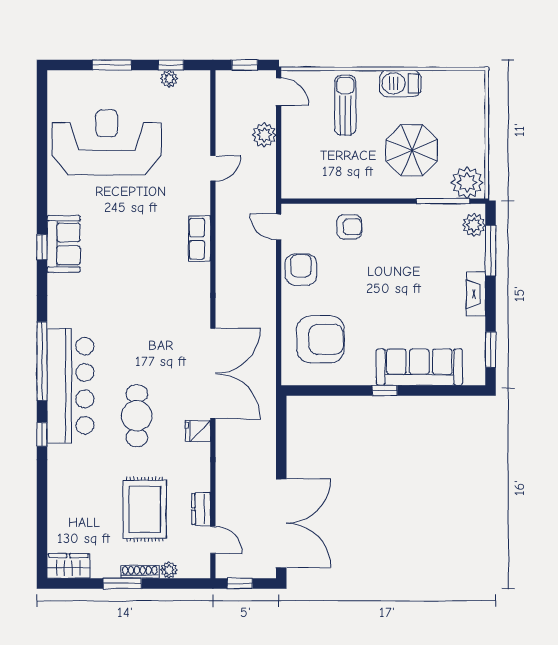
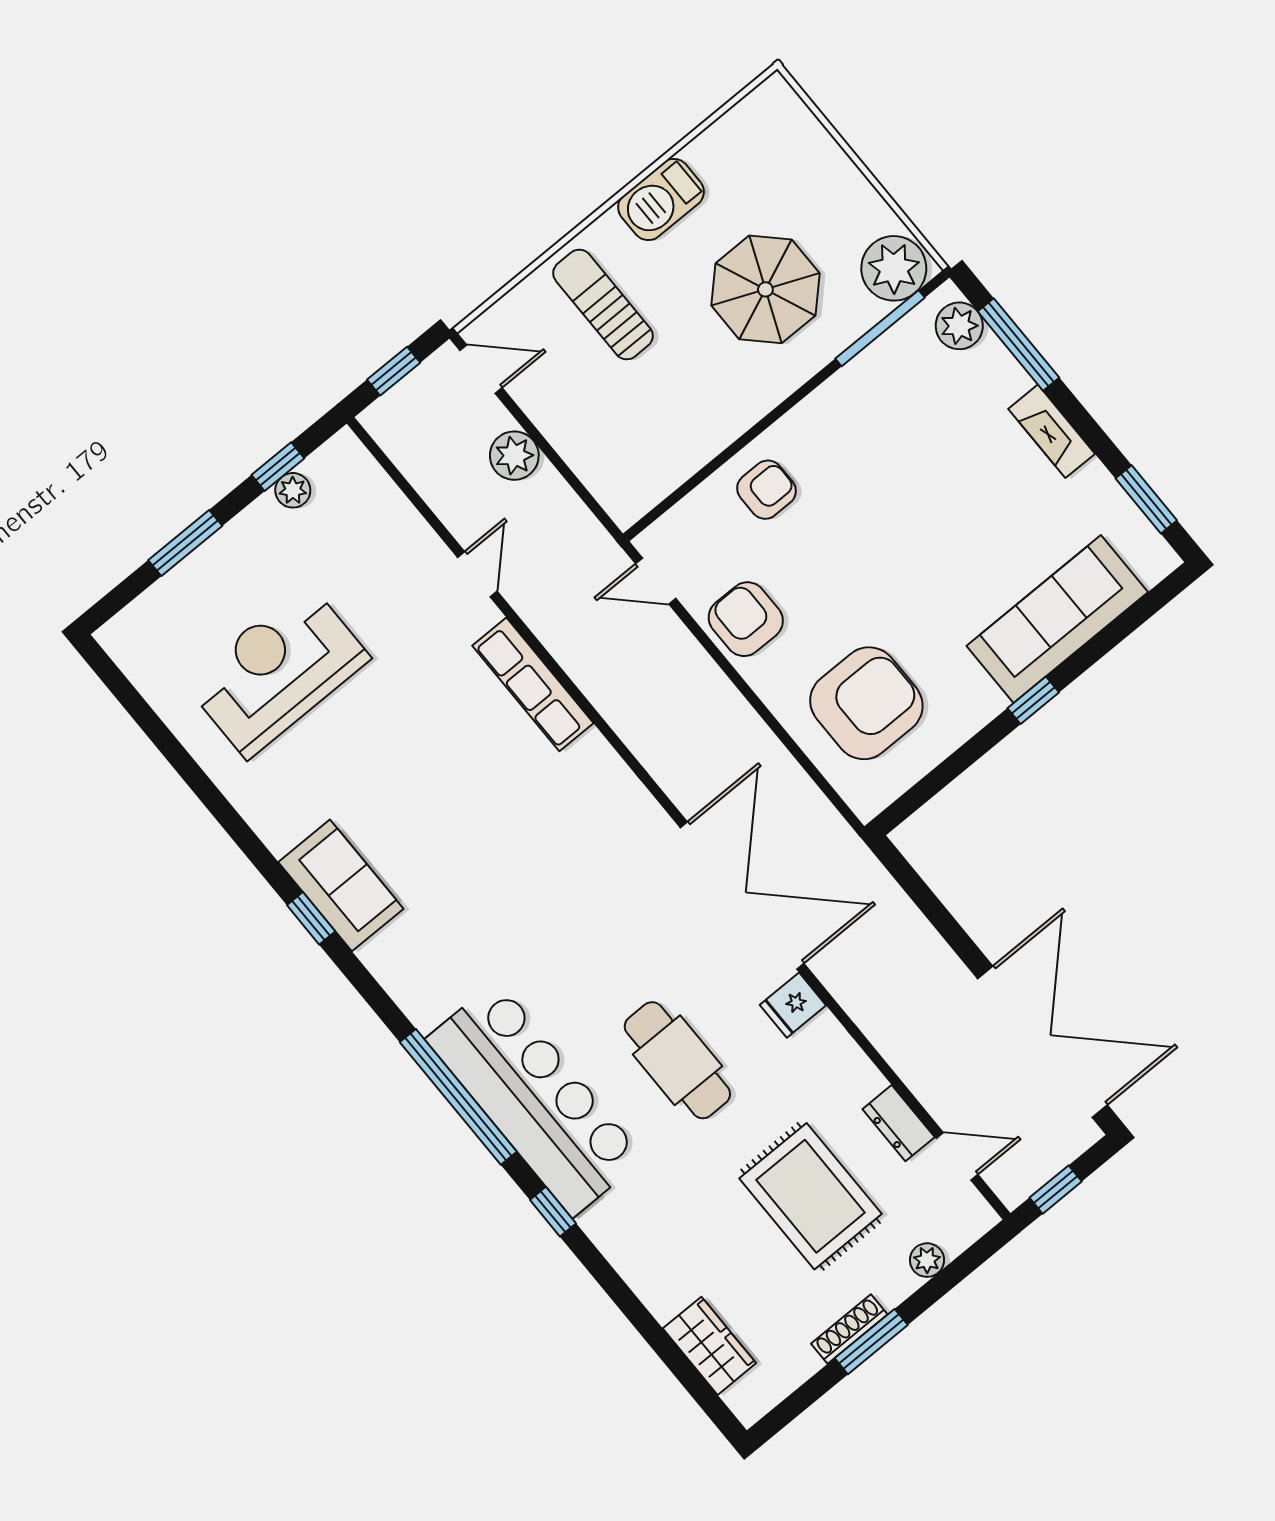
reception desk: (107, 142) -> (277, 671), width x0.74, depth x0.77
row of seats: (200, 239) -> (533, 684), width x1.48
wardrobe: (68, 566) -> (709, 1346), moved, turned 90
shoe rack: (140, 572) -> (849, 1329), moved

